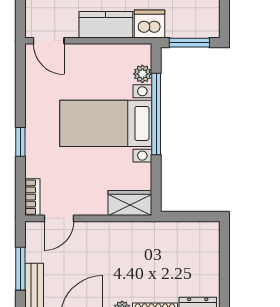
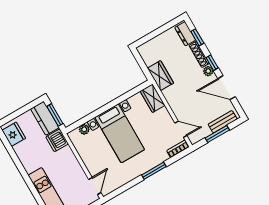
kitchen counter: (106, 25) -> (45, 118), moved
window: (156, 114) -> (100, 111), removed
window: (20, 142) -> (154, 171), width x1.50
wardrobe: (157, 234) -> (160, 76), added

